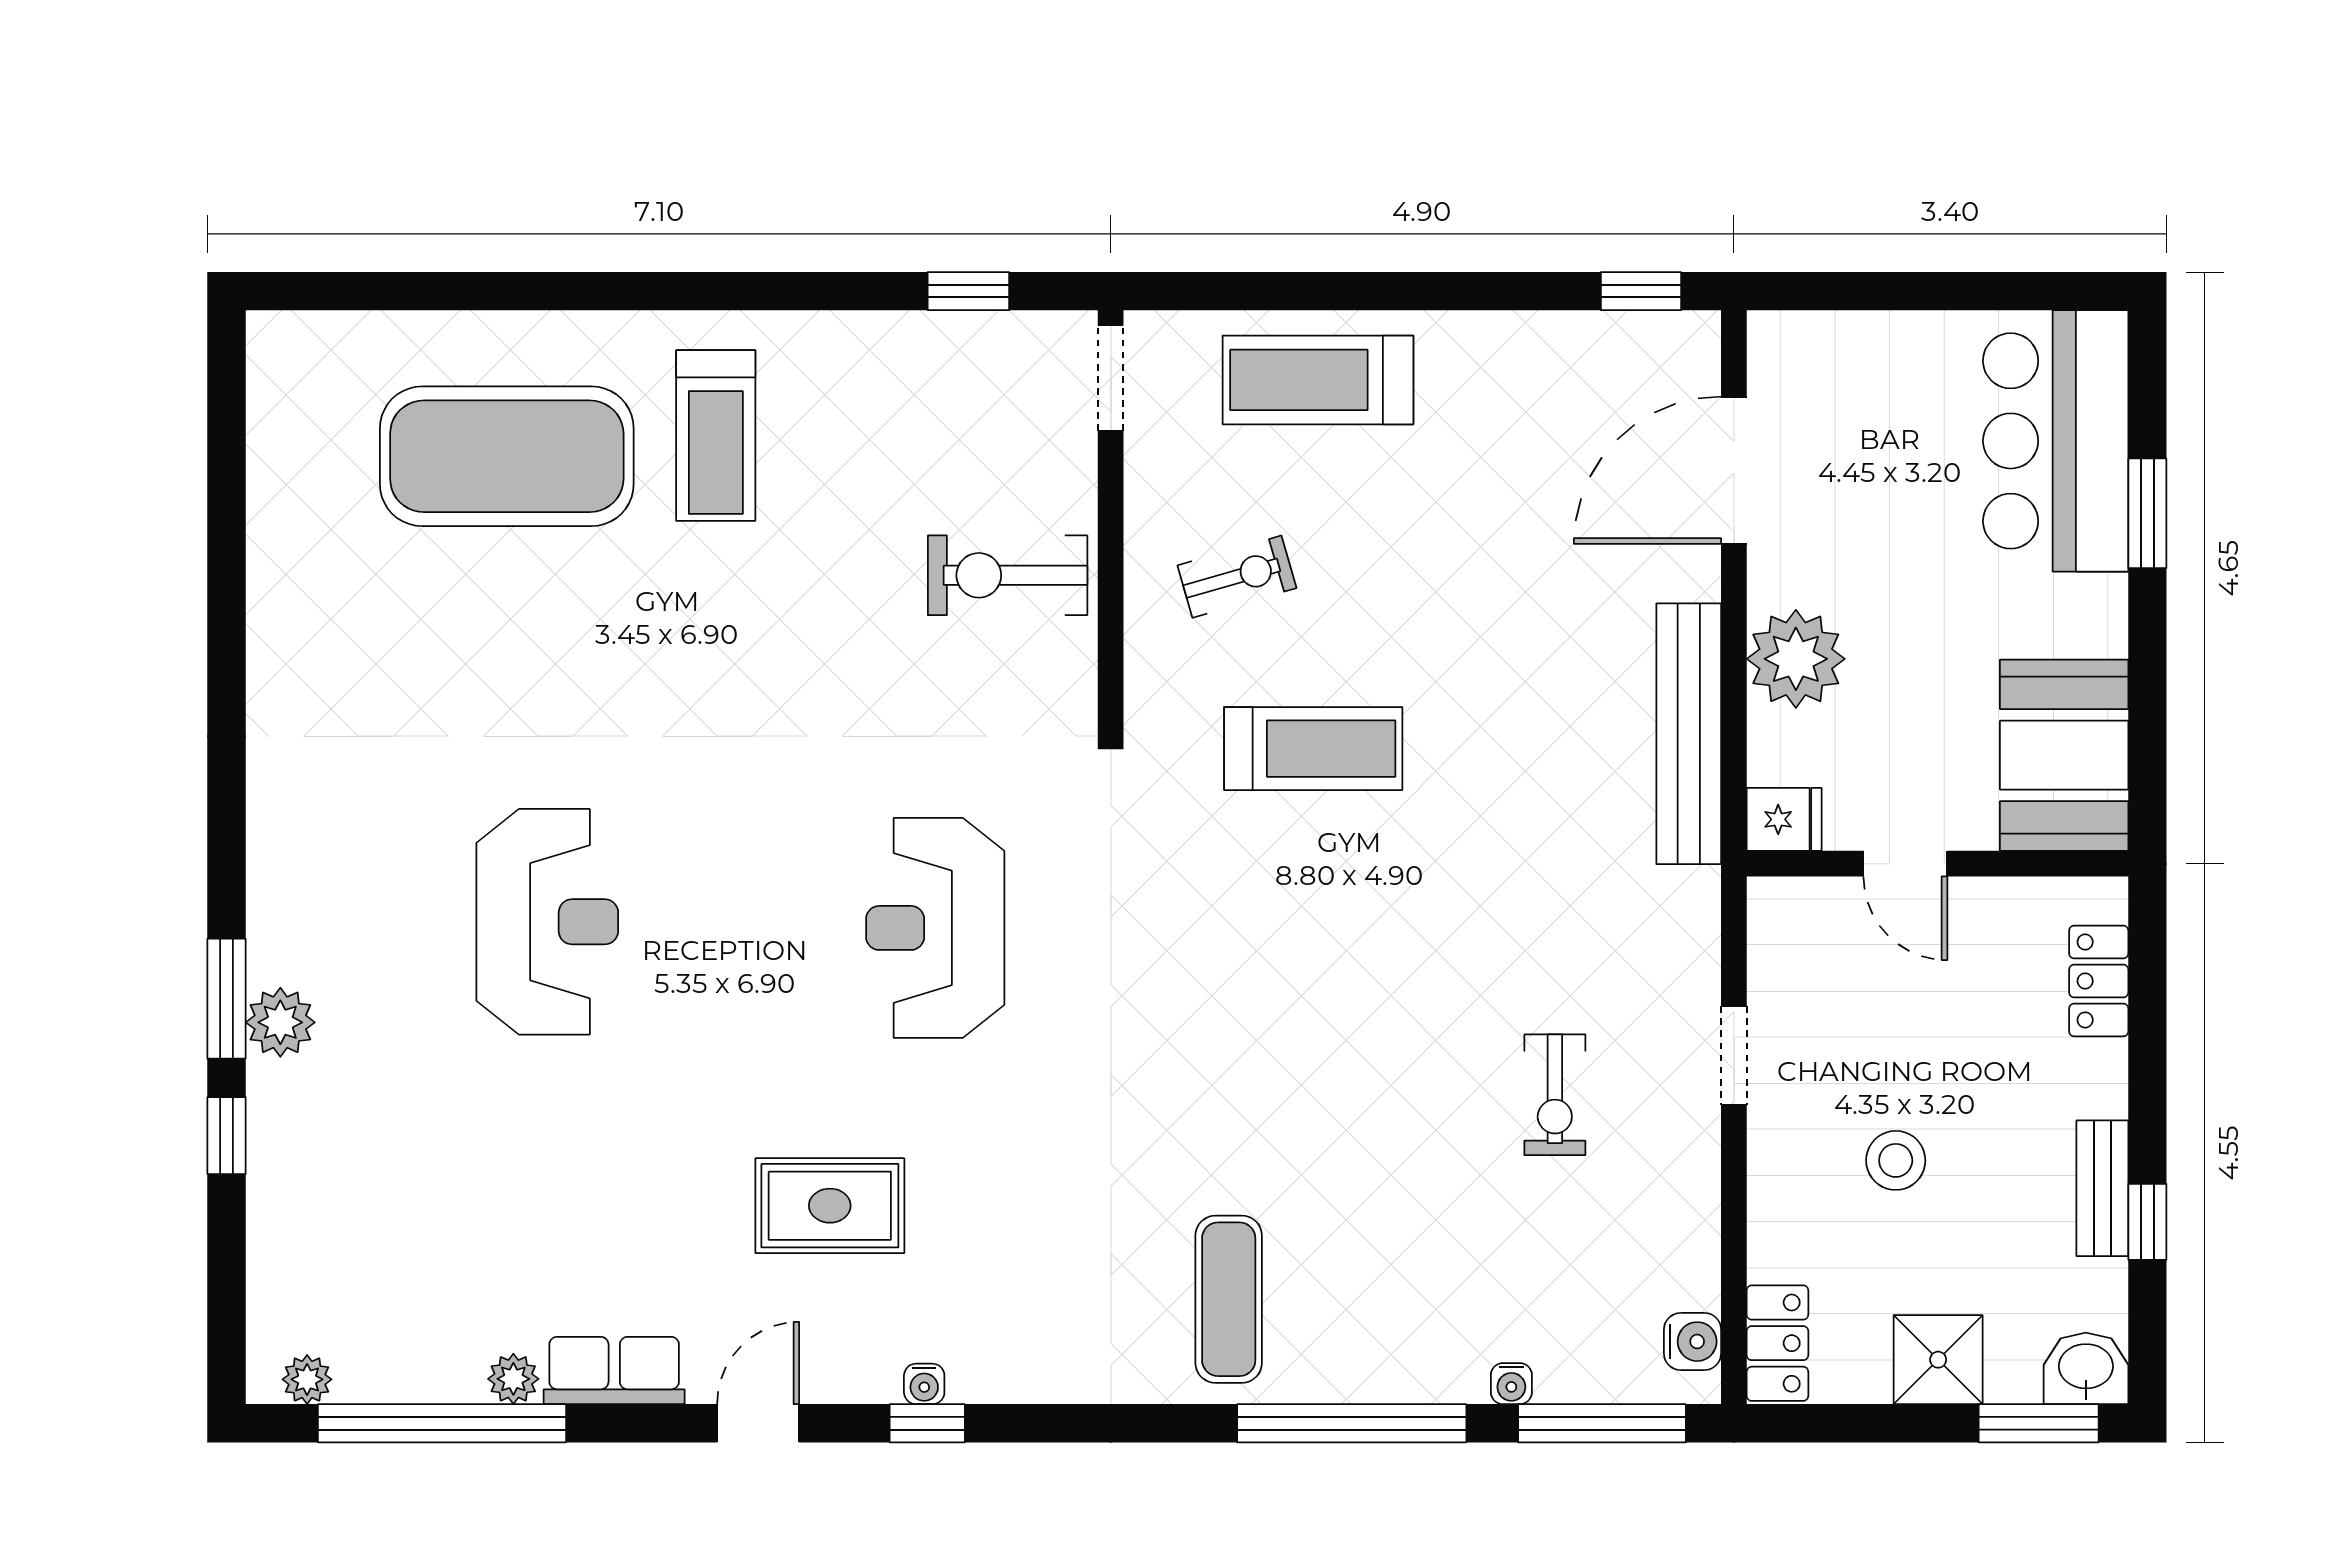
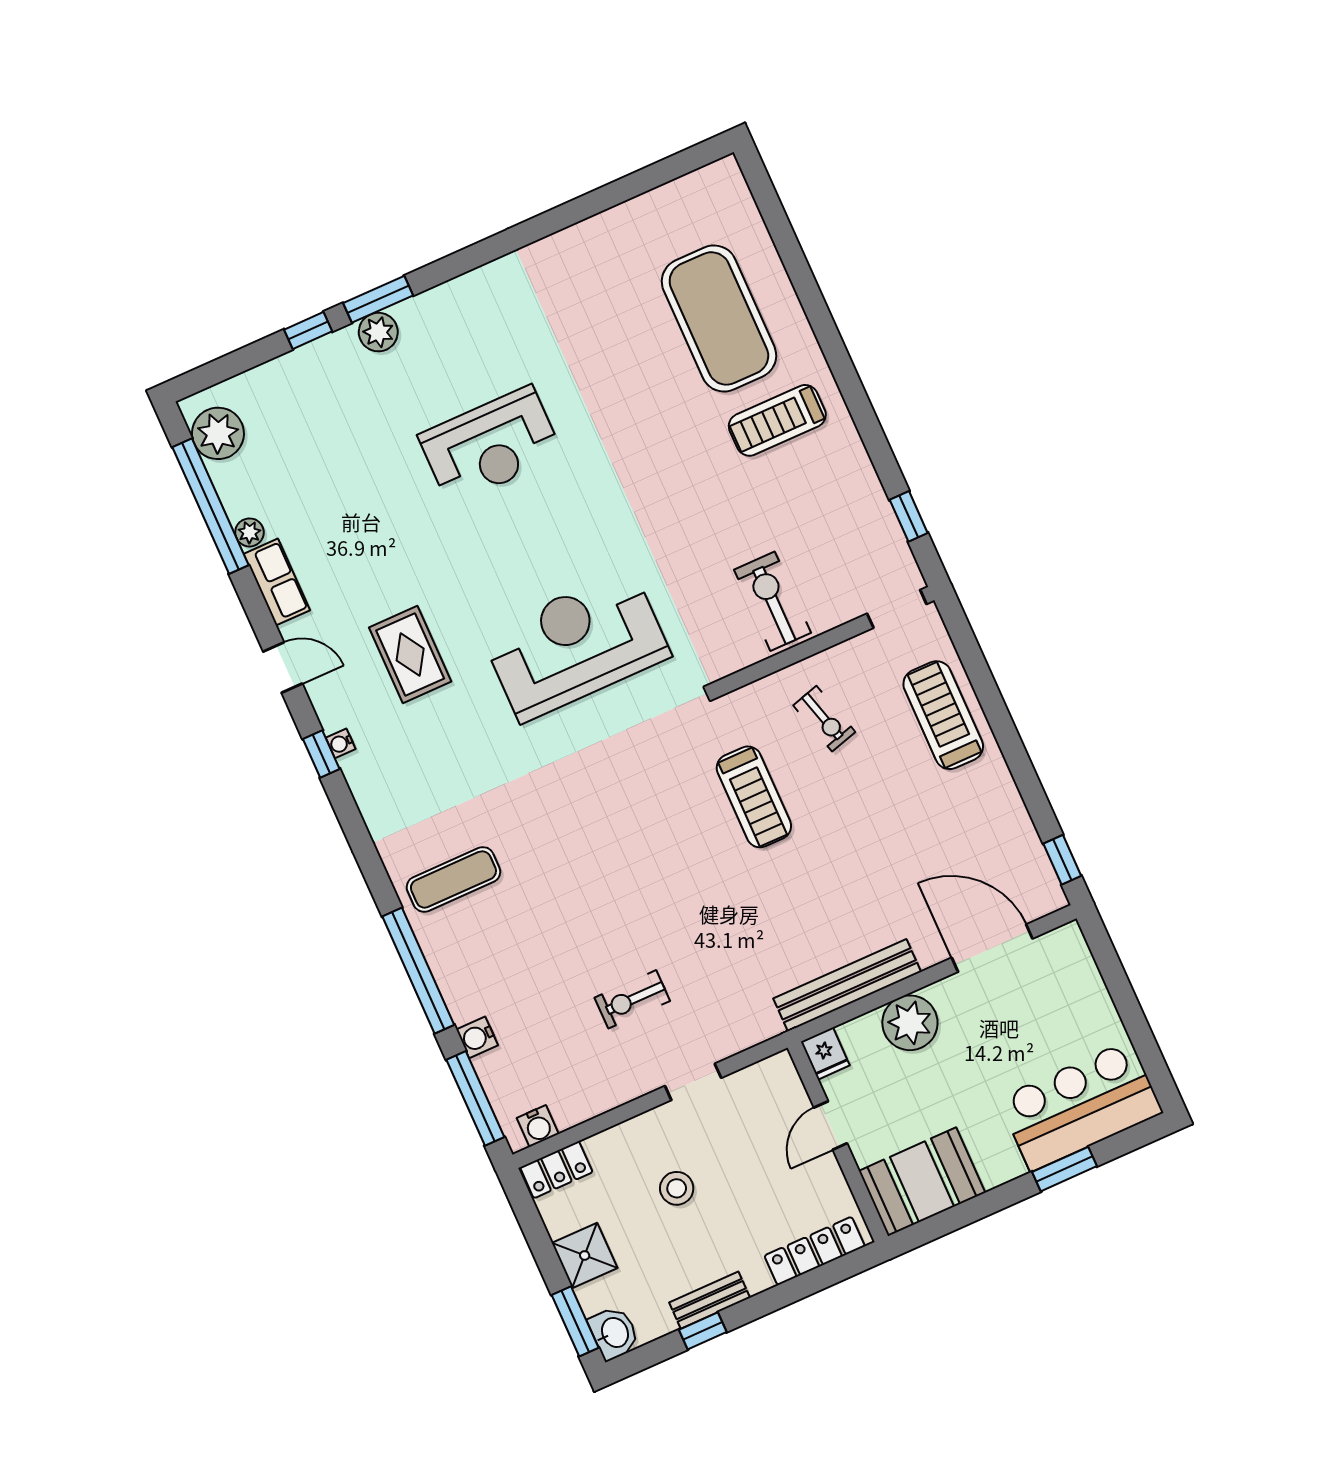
reception desk: (935, 928) -> (576, 645), width x1.36, depth x1.30
locker: (2099, 981) -> (815, 1251), width x1.53
plant: (307, 1379) -> (218, 433), width x1.88, depth x1.88
water cooler: (1511, 1384) -> (477, 1037), width x1.38, depth x1.38

